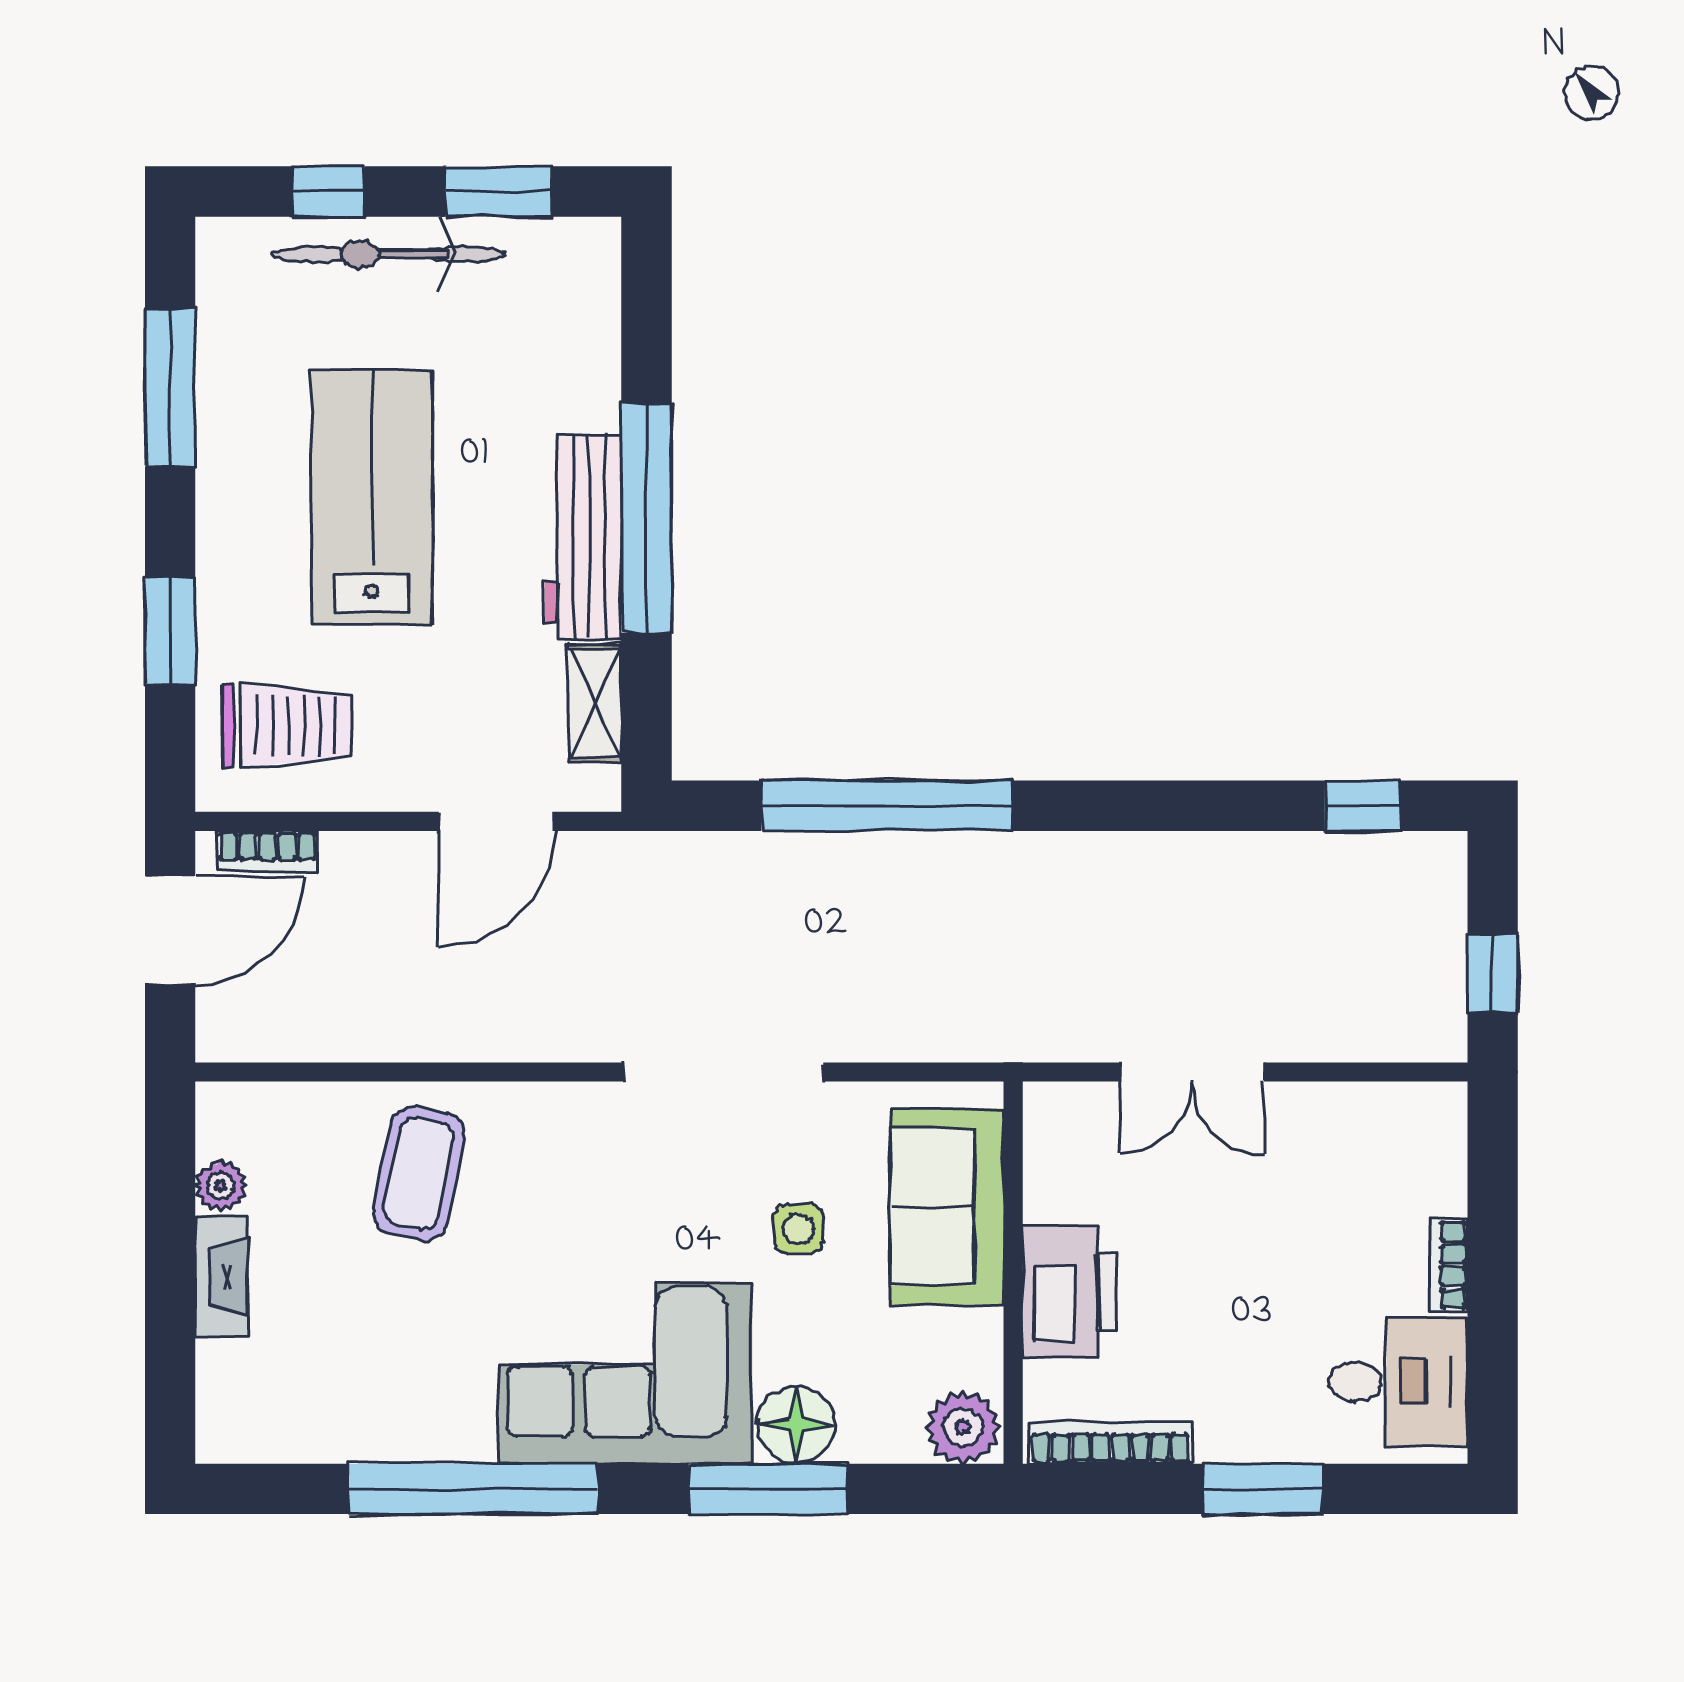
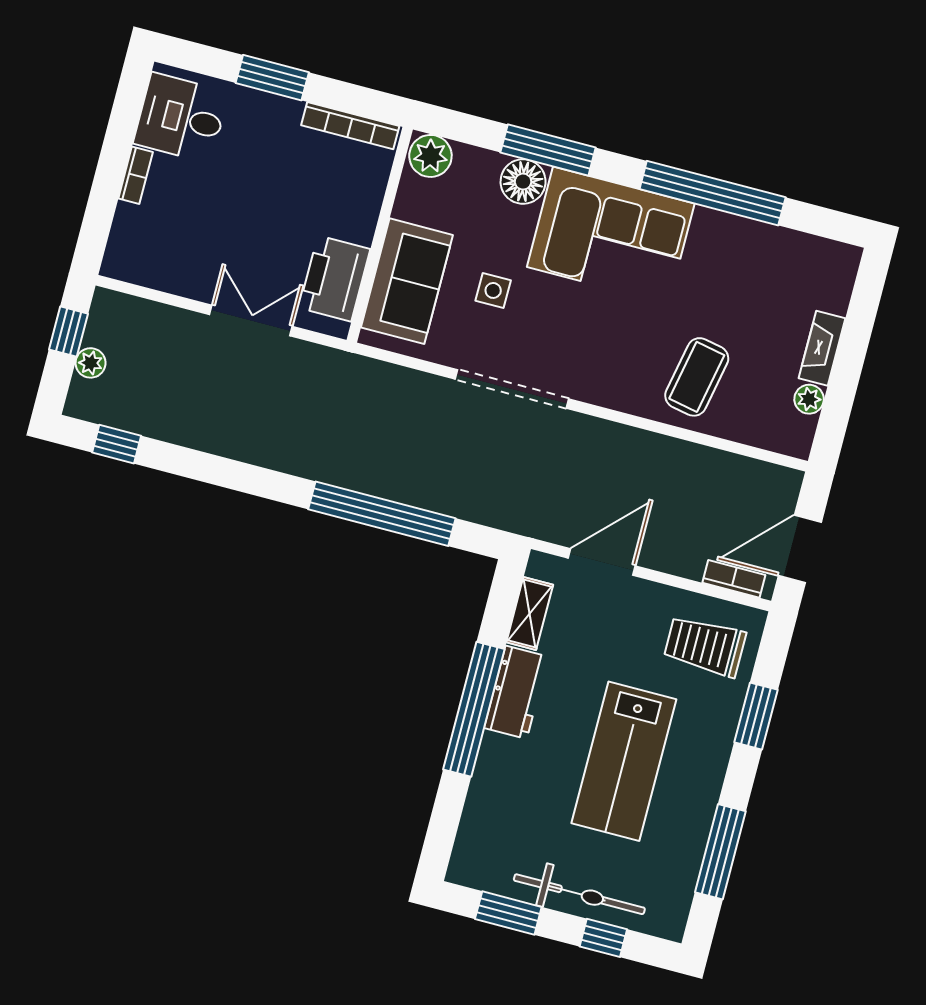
workbench: (583, 537) -> (516, 692), width x0.73
plant: (1442, 930) -> (91, 363), added
printer: (1070, 1292) -> (335, 279), moved

